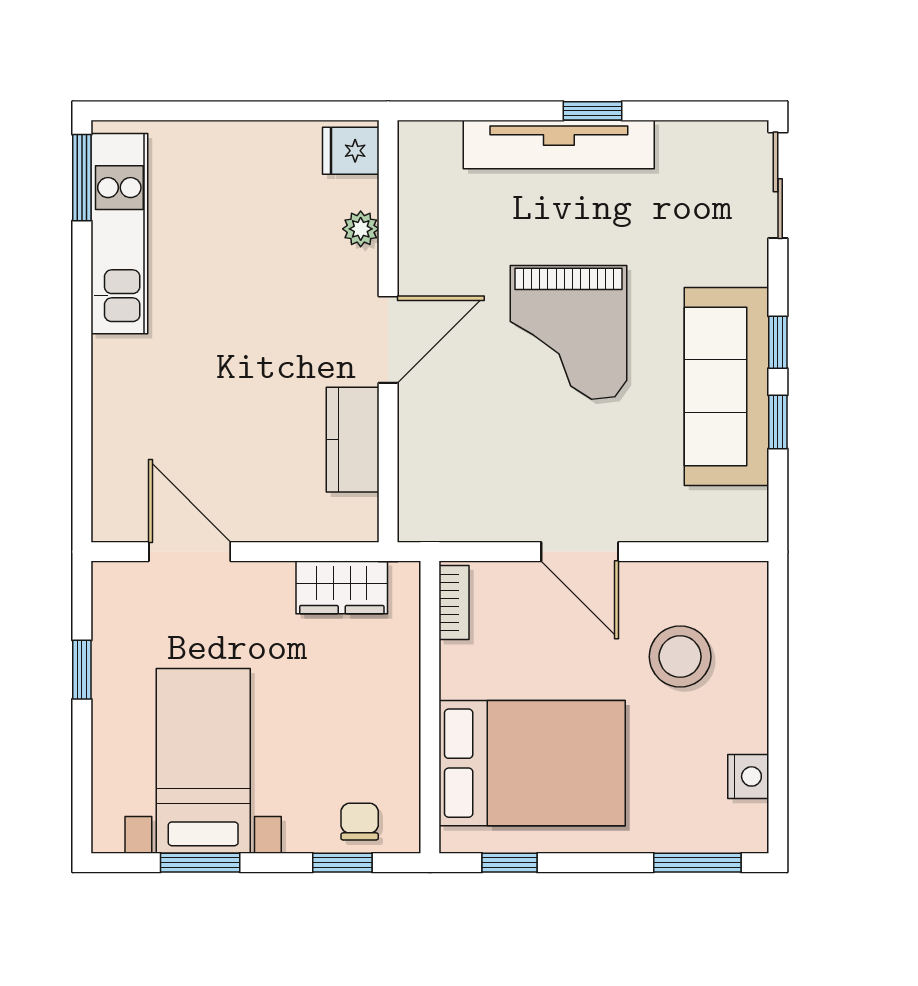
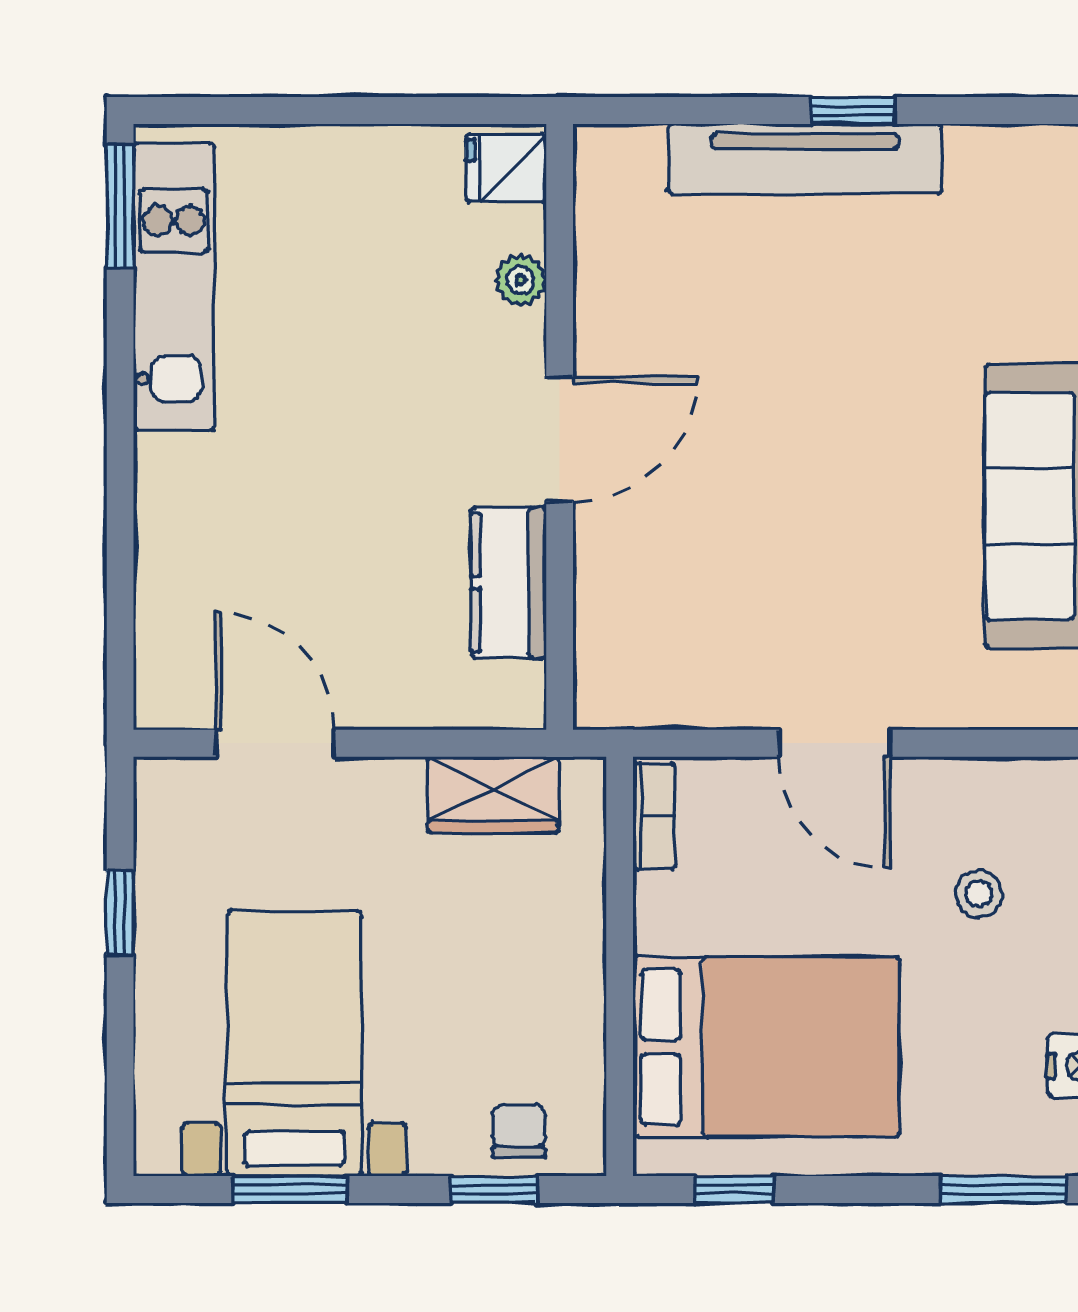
grand piano: (568, 332) -> (819, 429), removed
stool: (680, 657) -> (979, 894), width x0.53, depth x0.53

